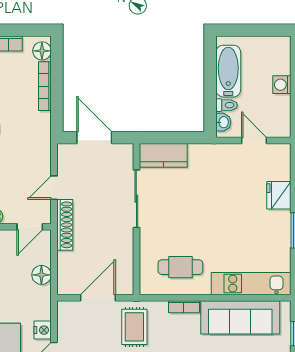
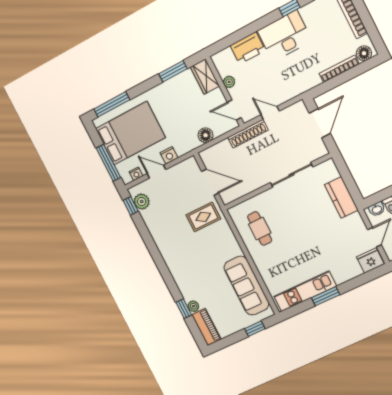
kitchen counter: (163, 155) -> (341, 197), moved
fridge: (279, 195) -> (370, 260), moved
kitchen unit: (251, 284) -> (305, 291), moved, turned -90
bookcase: (184, 307) -> (234, 244), removed

